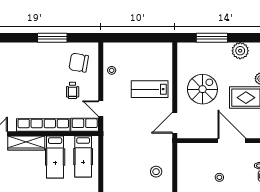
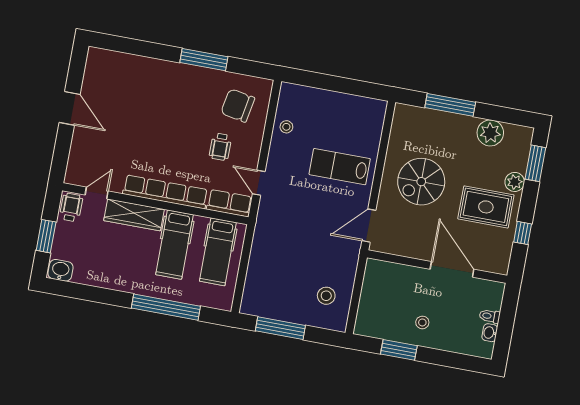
spiral stairs: (202, 89) -> (421, 182), turned 180

